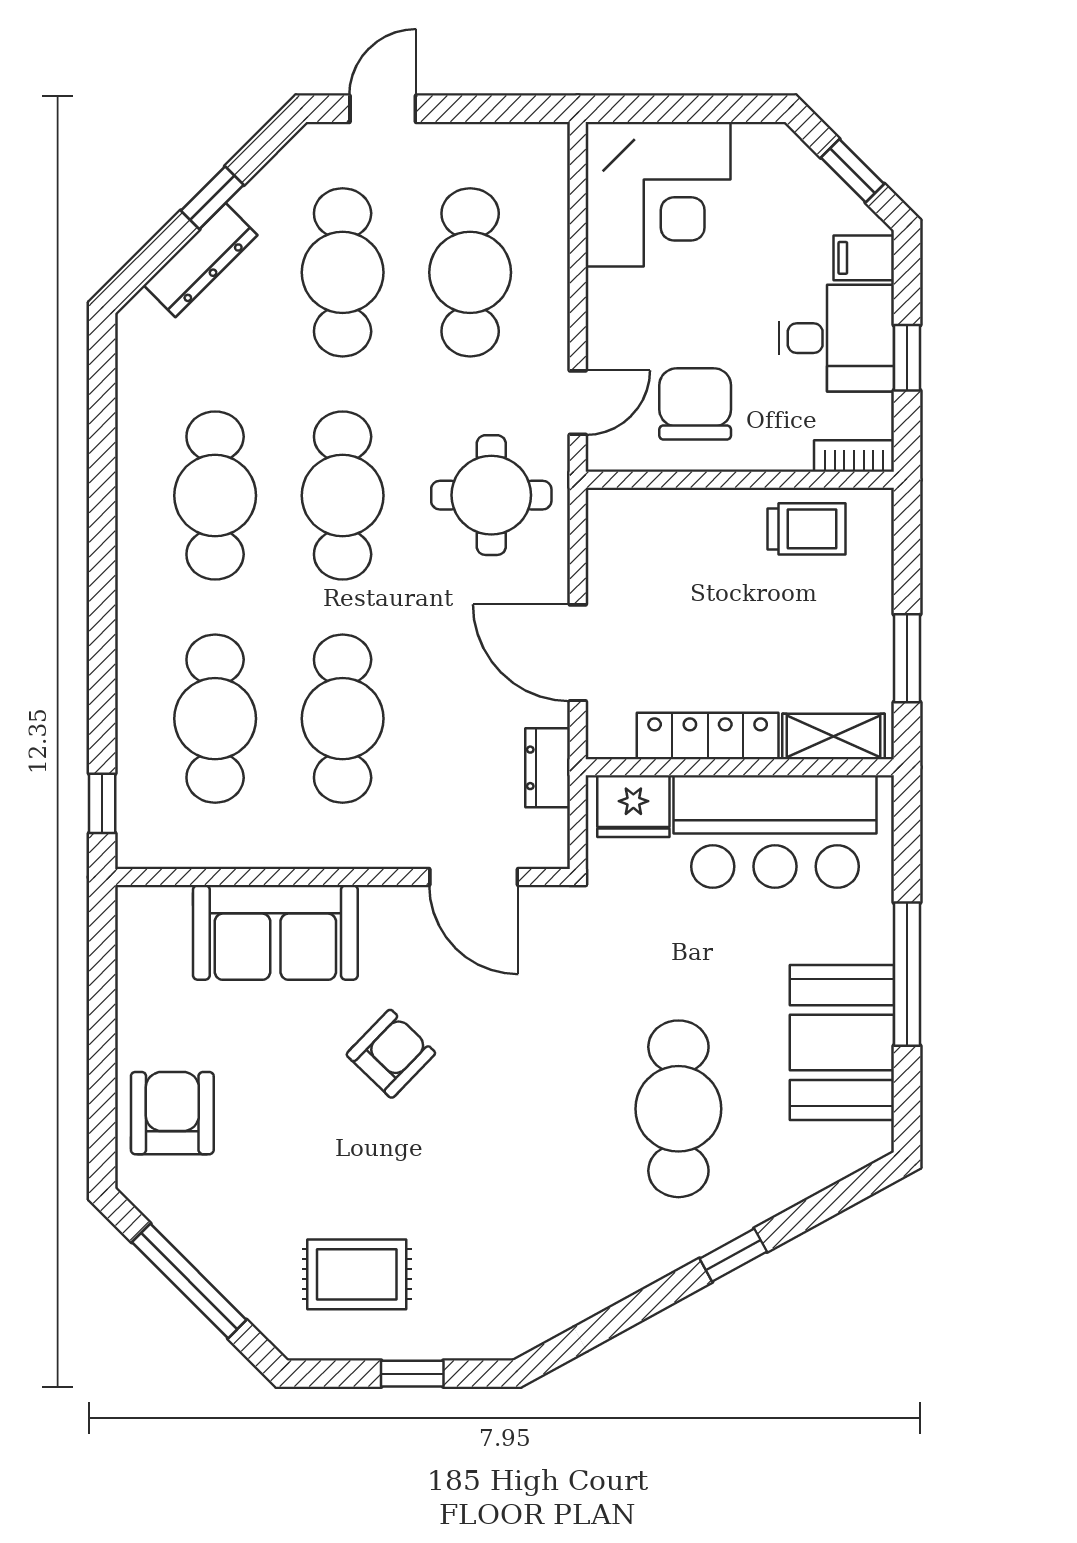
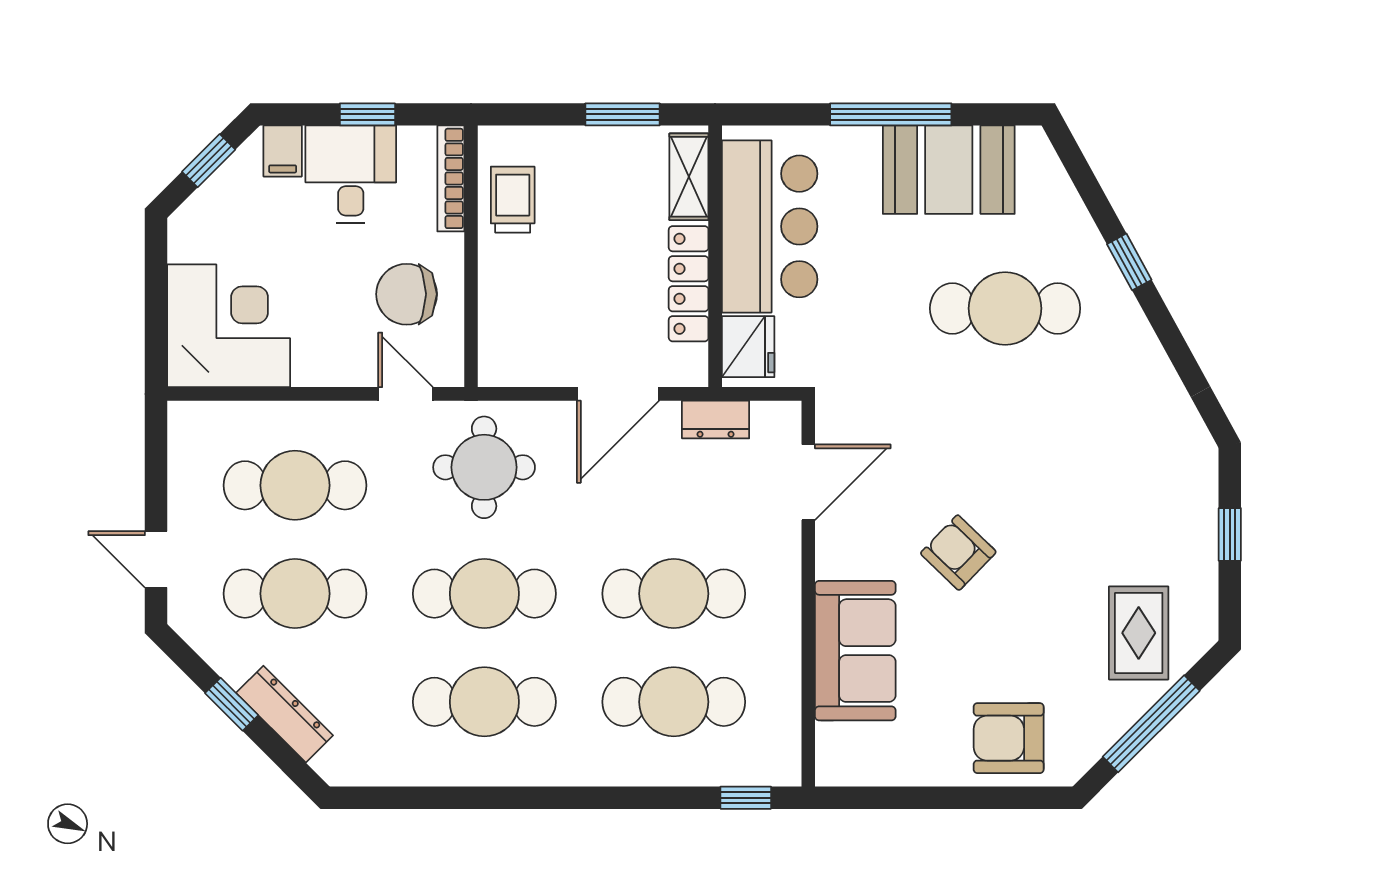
bookcase: (854, 456) -> (451, 178), width x1.56
rug: (357, 1274) -> (1139, 633), moved

